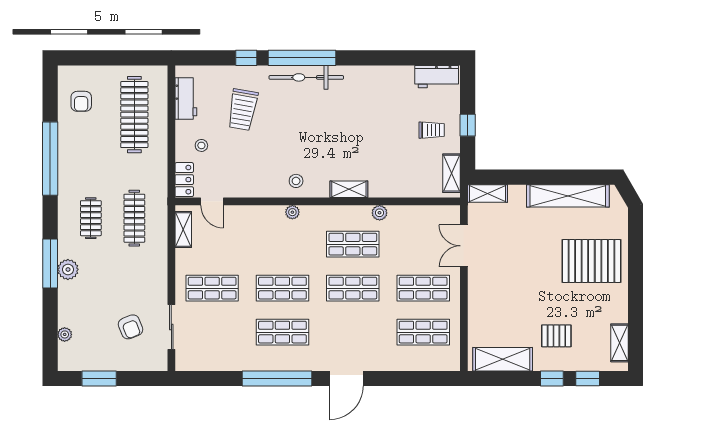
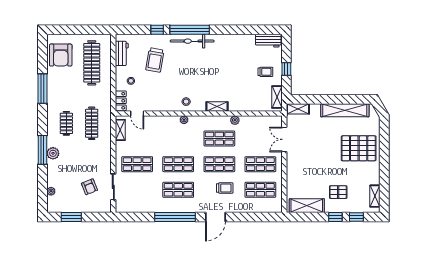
armchair: (81, 101) -> (61, 55), width x1.88, depth x1.88
window: (50, 159) -> (43, 89), width x0.68
trolley: (362, 329) -> (225, 188), added

